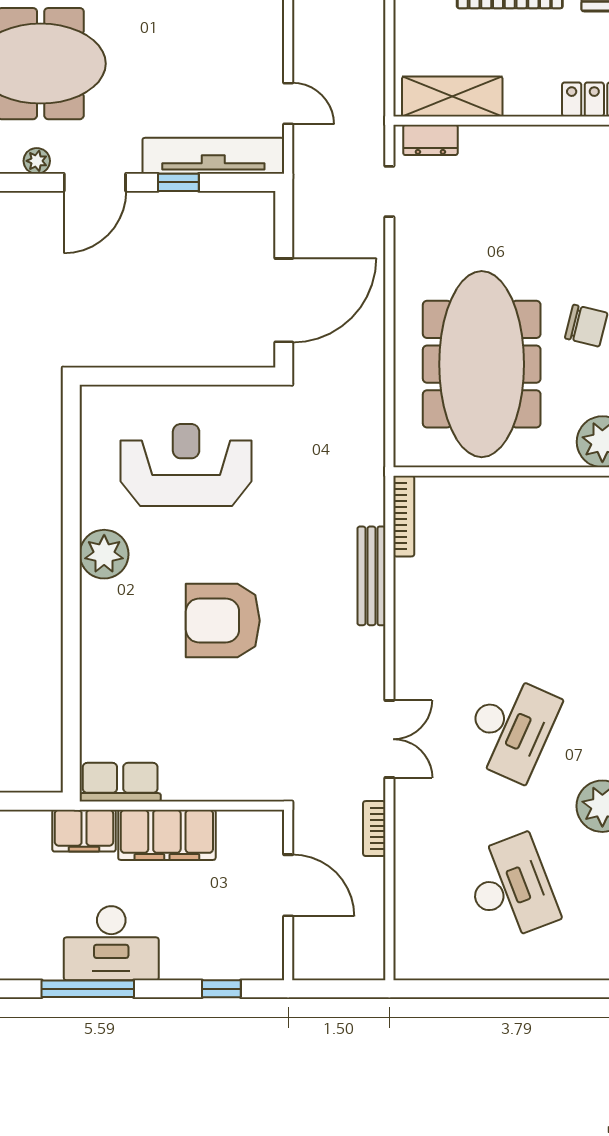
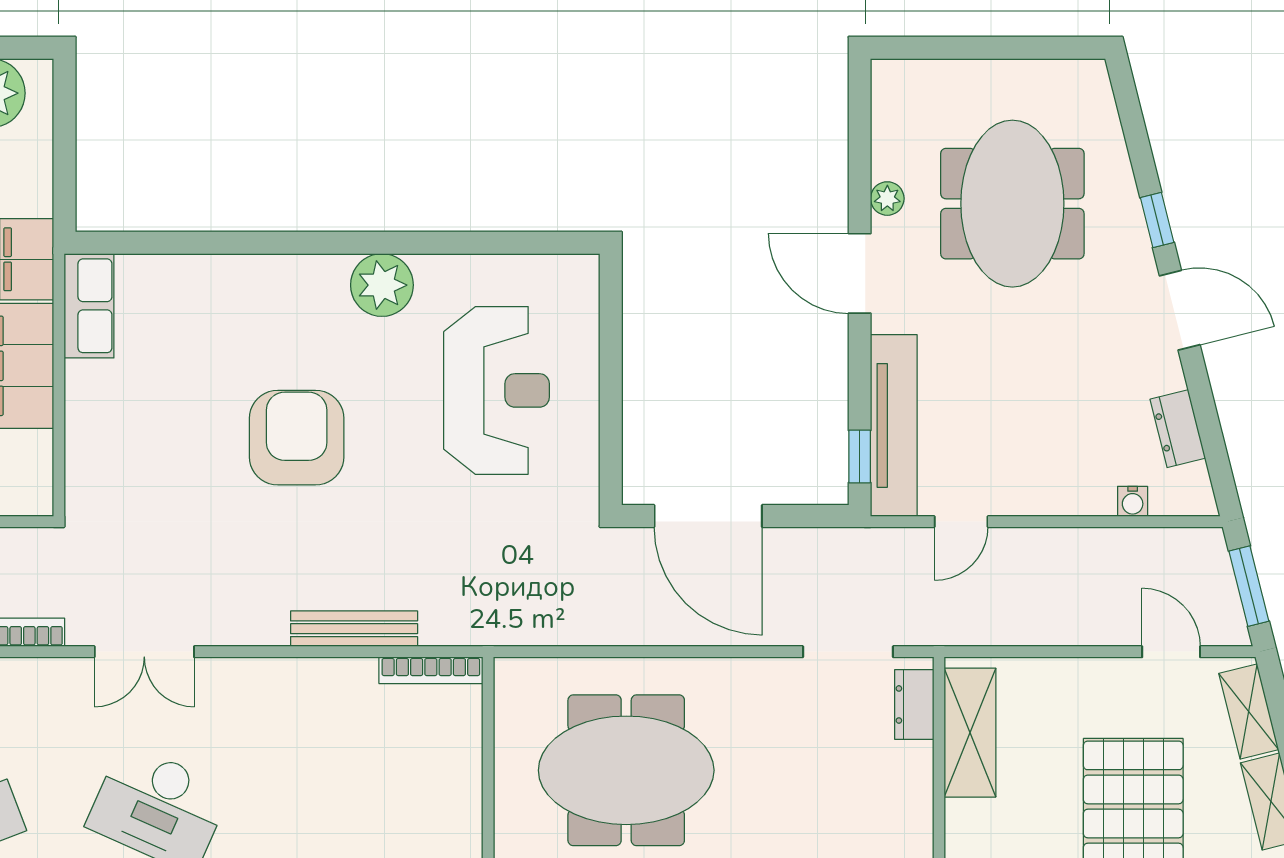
window: (178, 182) -> (860, 456), moved
doorway: (389, 191) -> (848, 652), width x1.38
meeting table: (482, 364) -> (626, 770), width x0.73

